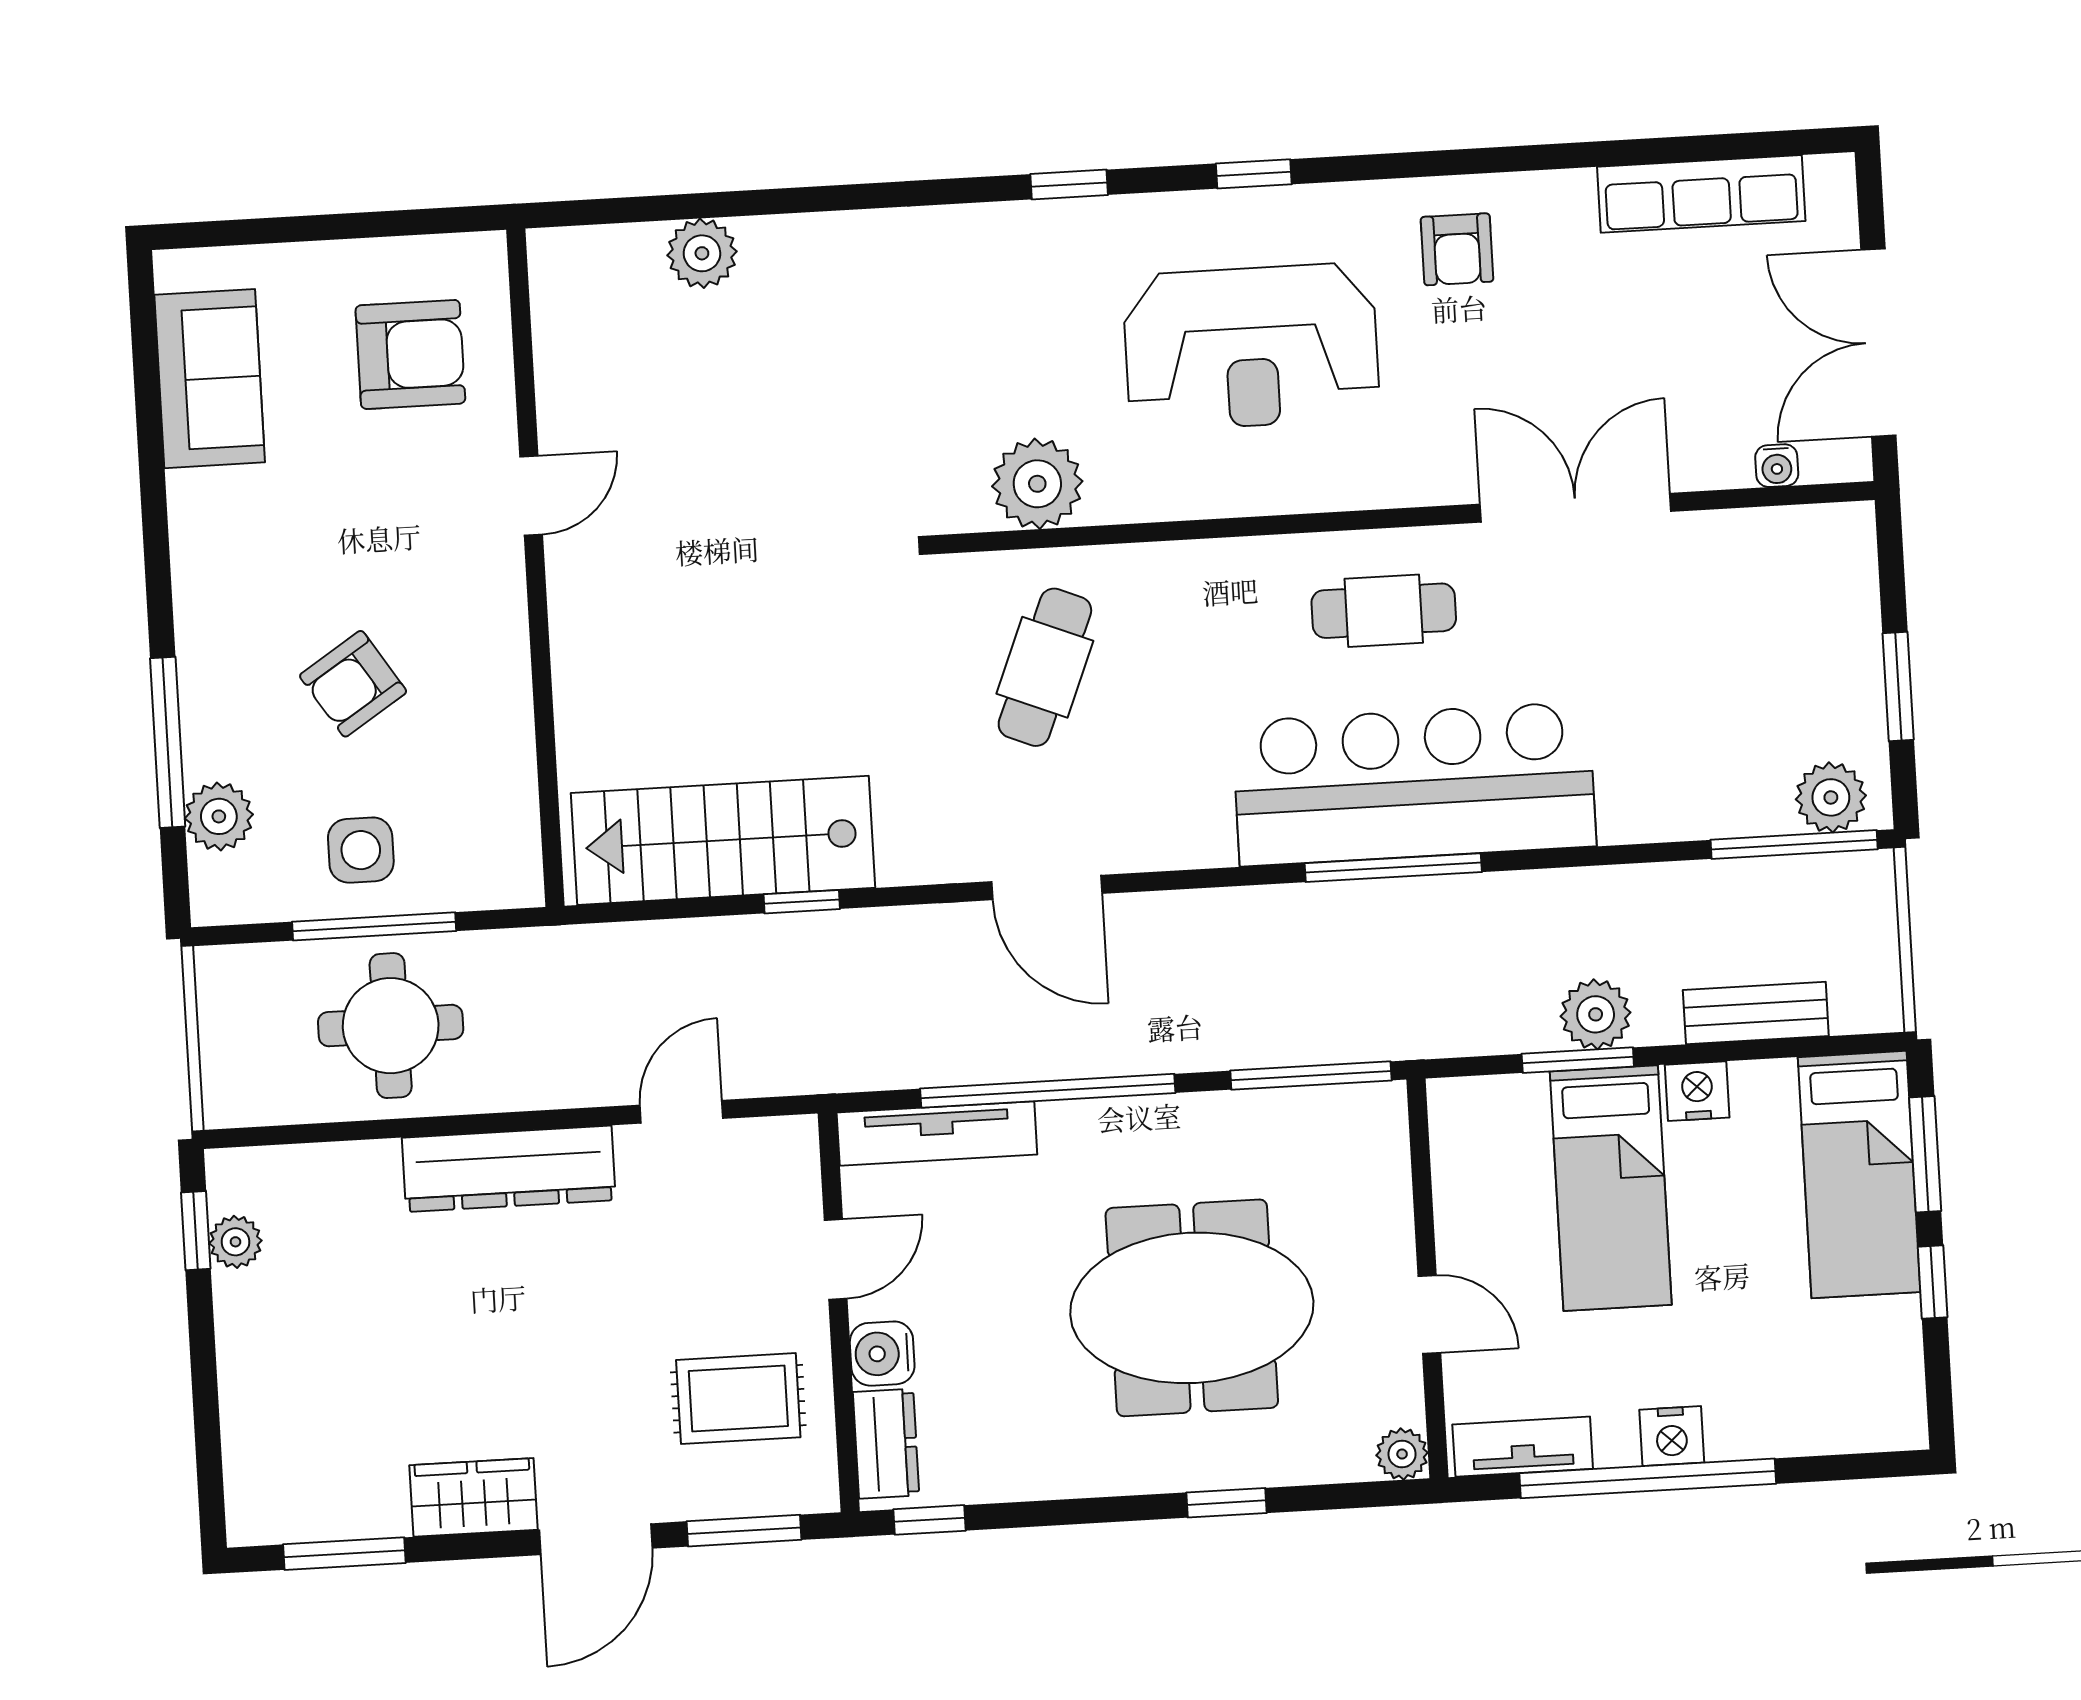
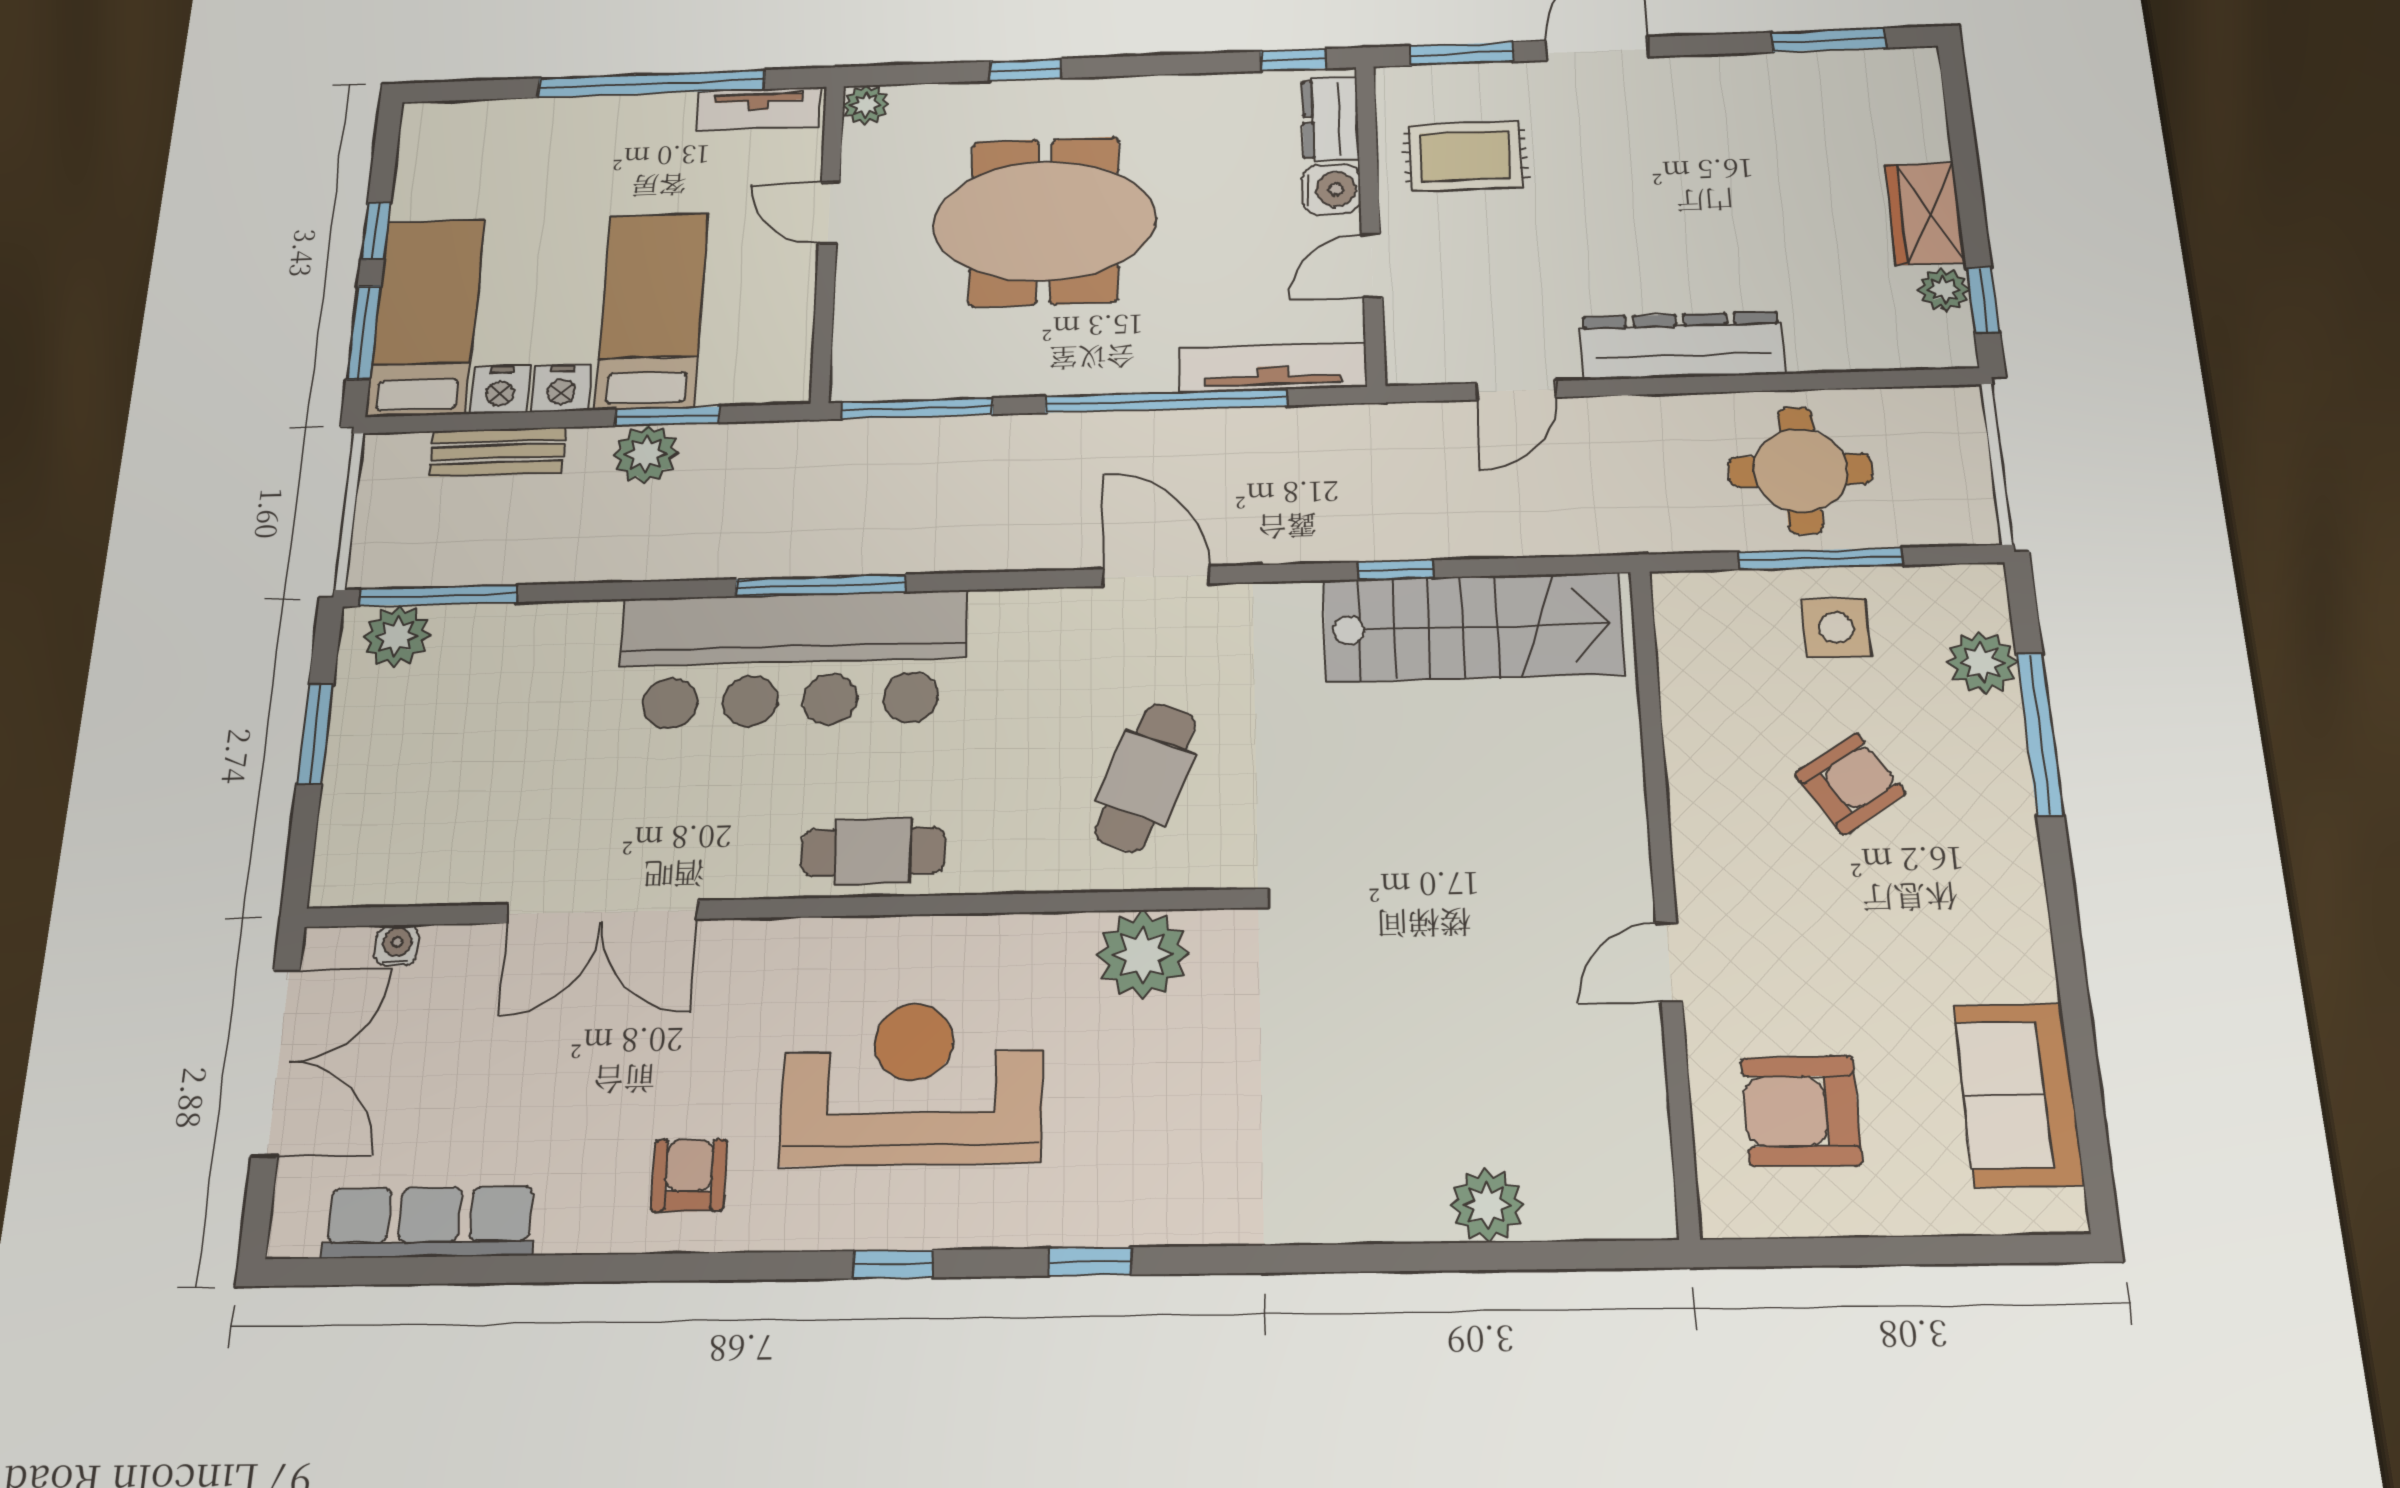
cafe table: (1384, 611) -> (873, 851), moved
nightstand: (1672, 1436) -> (500, 390), moved, turned 180
wardrobe: (474, 1497) -> (1925, 213), moved, turned 90

